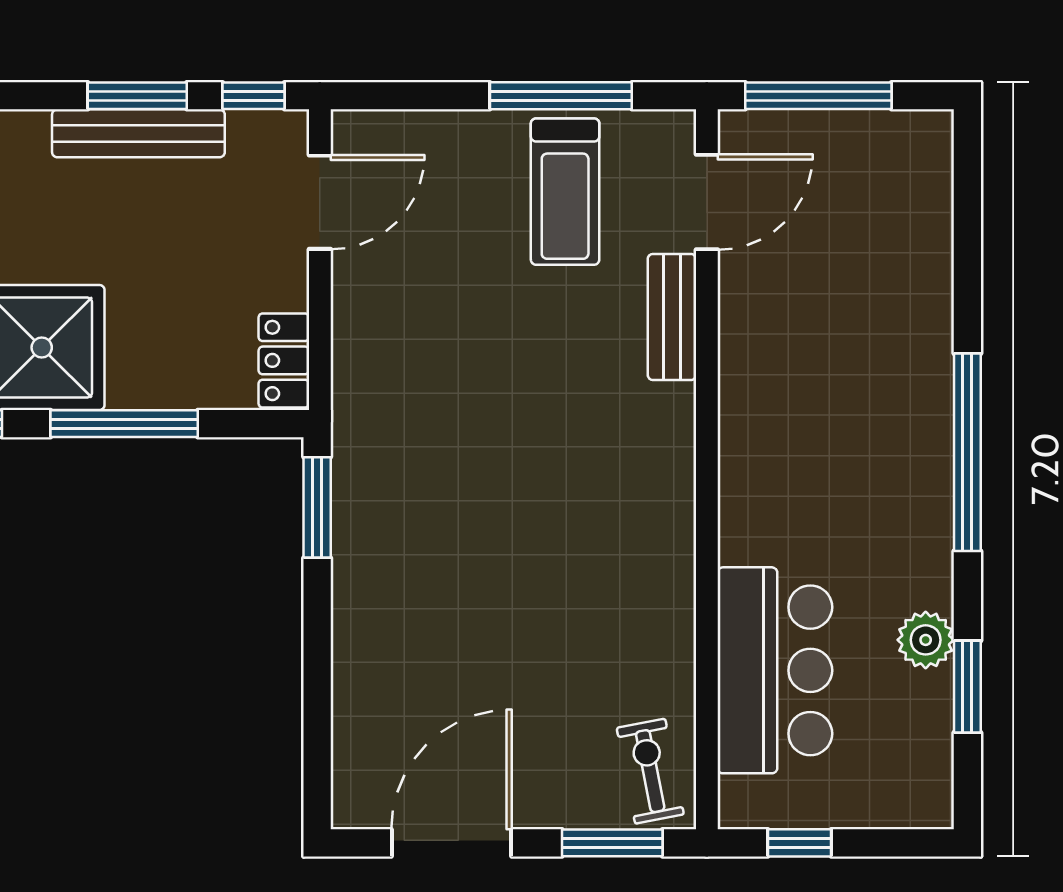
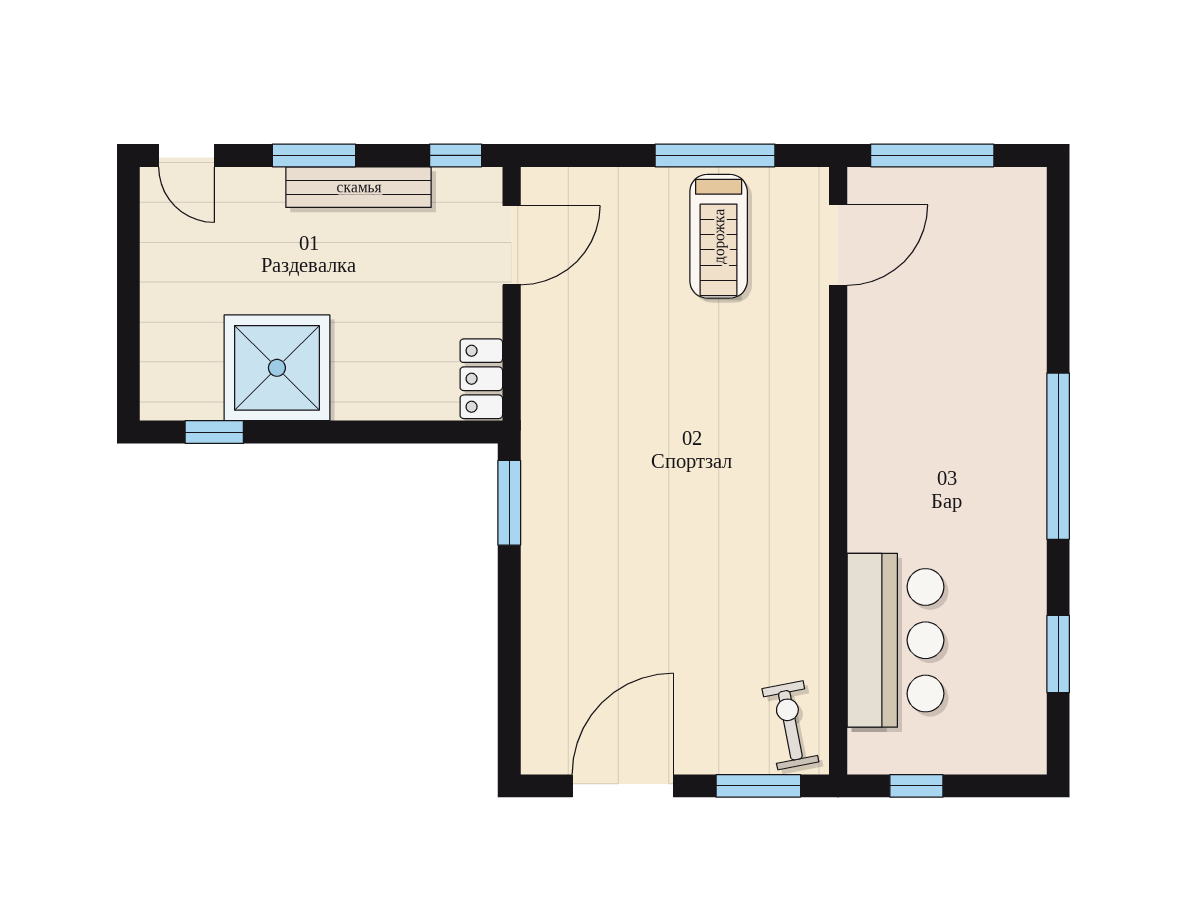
window: (137, 96) -> (314, 155), moved
bench: (672, 317) -> (809, 342), removed
window: (124, 424) -> (346, 432), removed
plant: (926, 640) -> (1023, 615), removed

